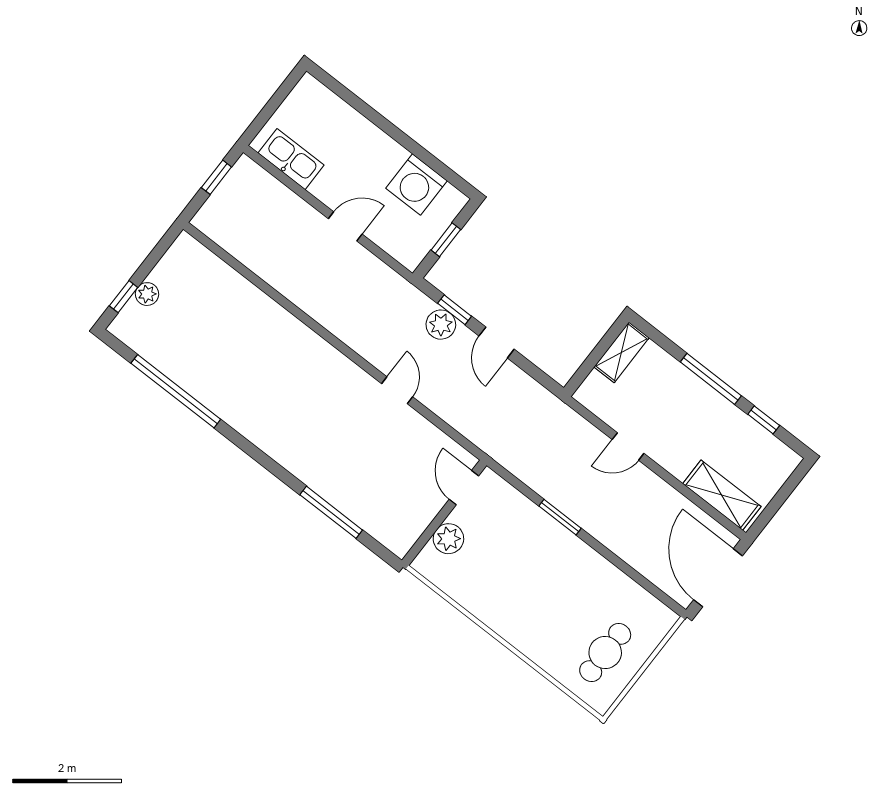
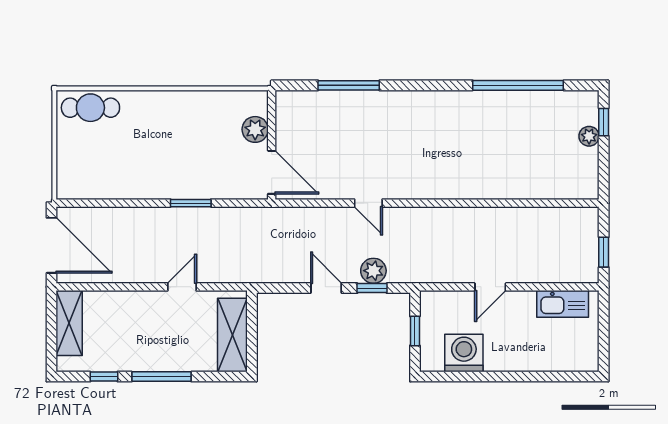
shelving: (621, 352) -> (232, 335), width x1.50, depth x1.33
door: (464, 488) -> (272, 172), width x1.38
shelving: (722, 495) -> (69, 323), moved, turned 90
cafe table: (605, 653) -> (90, 108), moved, turned 90

